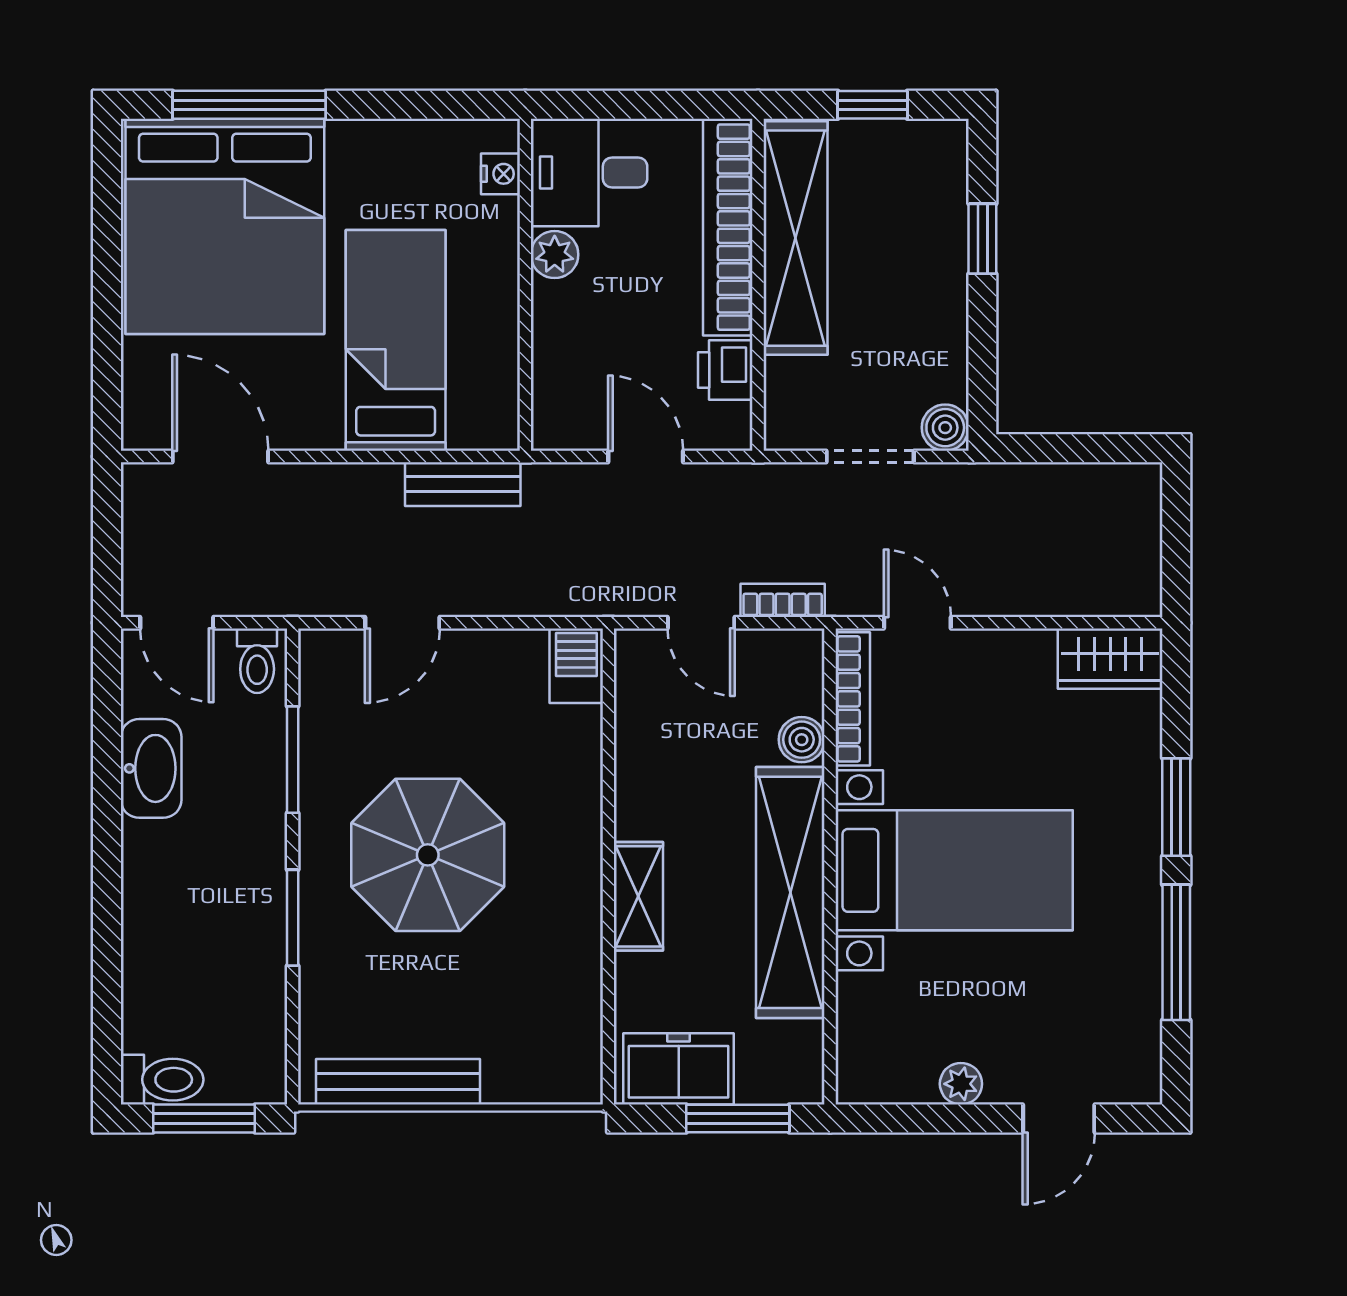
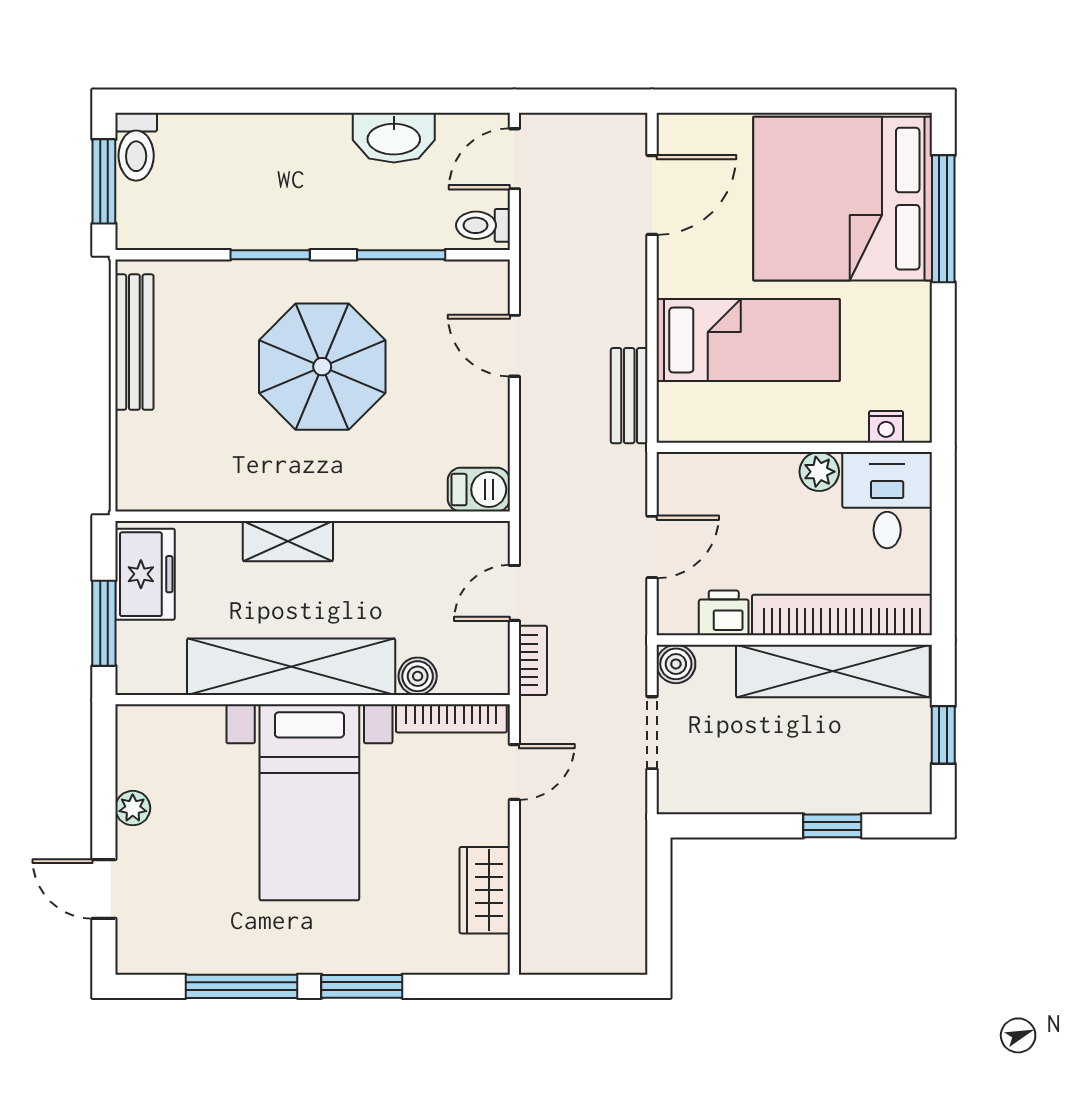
boiler: (945, 428) -> (676, 664), moved
wardrobe: (1110, 659) -> (485, 890), moved

